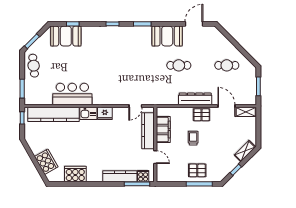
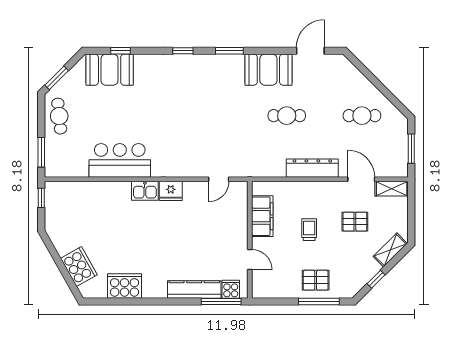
kitchen counter: (53, 114) -> (90, 192), removed
pallet: (202, 115) -> (355, 222), moved
kitchen counter: (148, 131) -> (238, 218), removed

